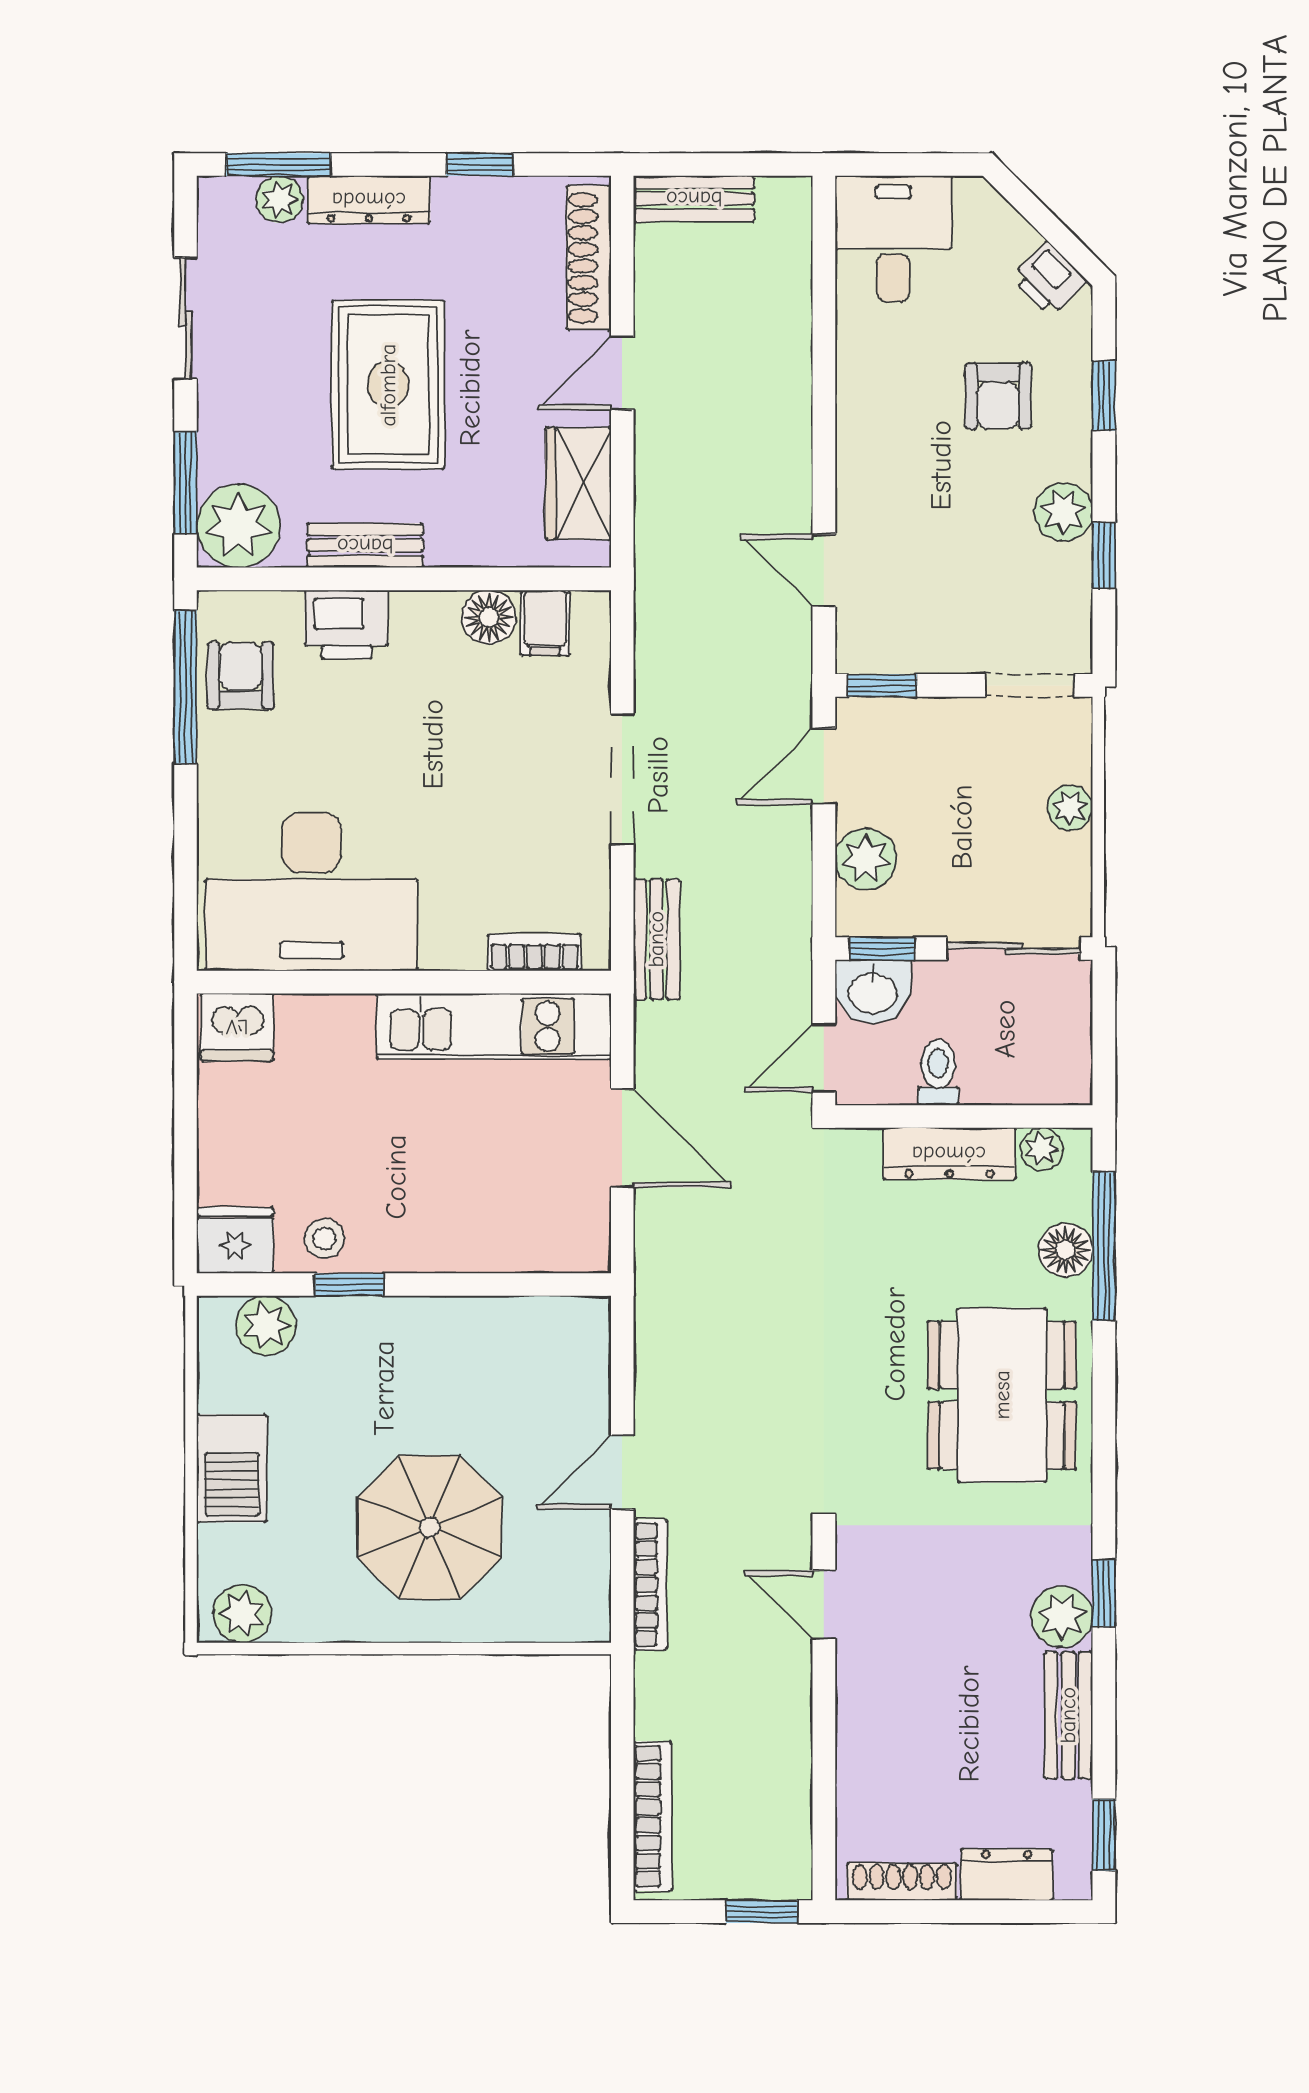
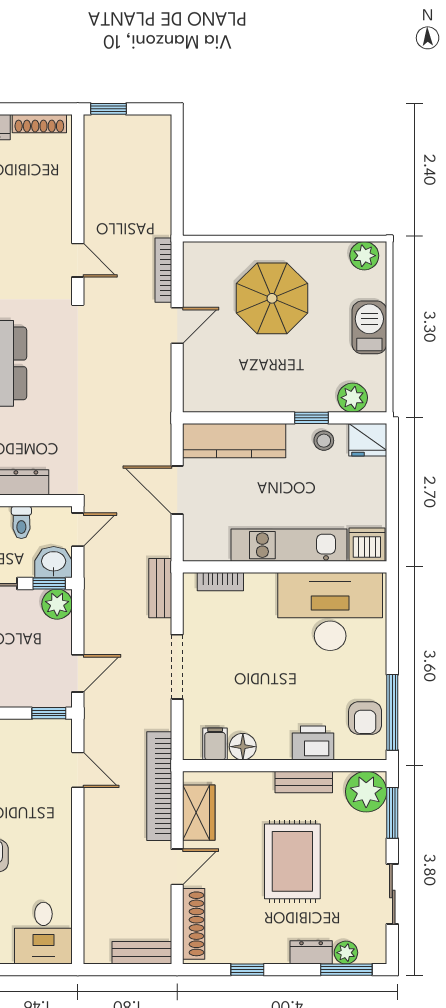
dresser: (369, 200) -> (311, 952), width x0.70
plant: (866, 859) -> (57, 604), moved
kitchen unit: (494, 1026) -> (289, 545), moved
kitchen counter: (506, 1238) -> (234, 441), added
bookcase: (653, 1816) -> (159, 786), moved, width x1.48, depth x1.31

